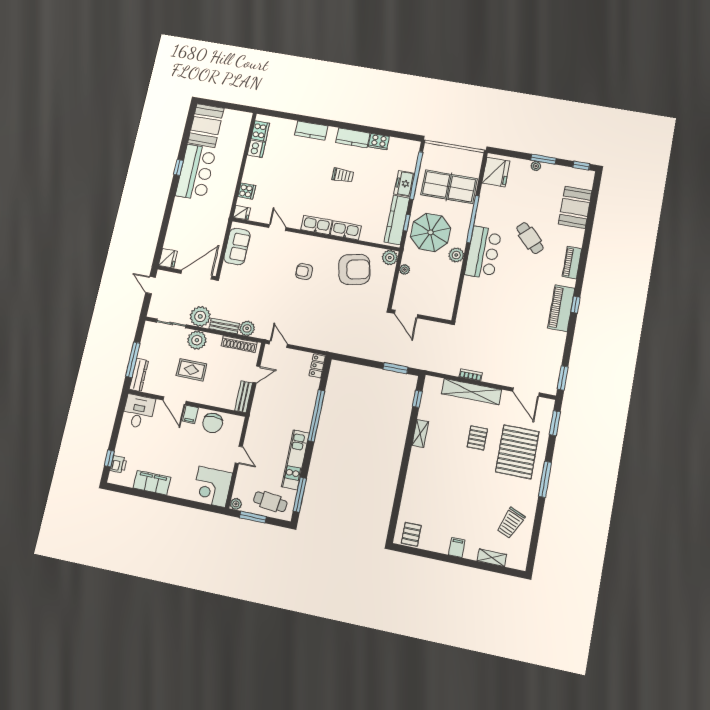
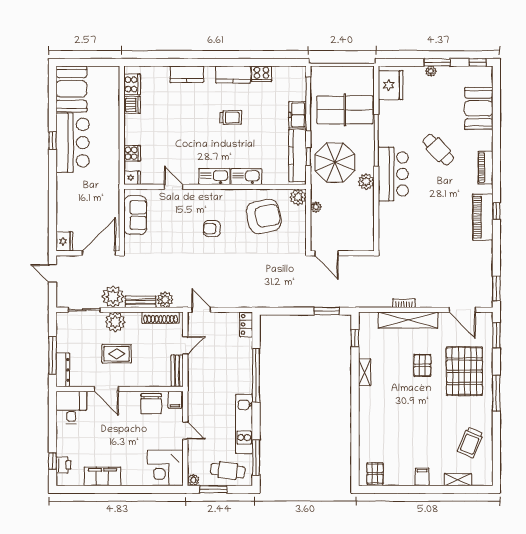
filing cabinet: (190, 414) -> (175, 400), moved

